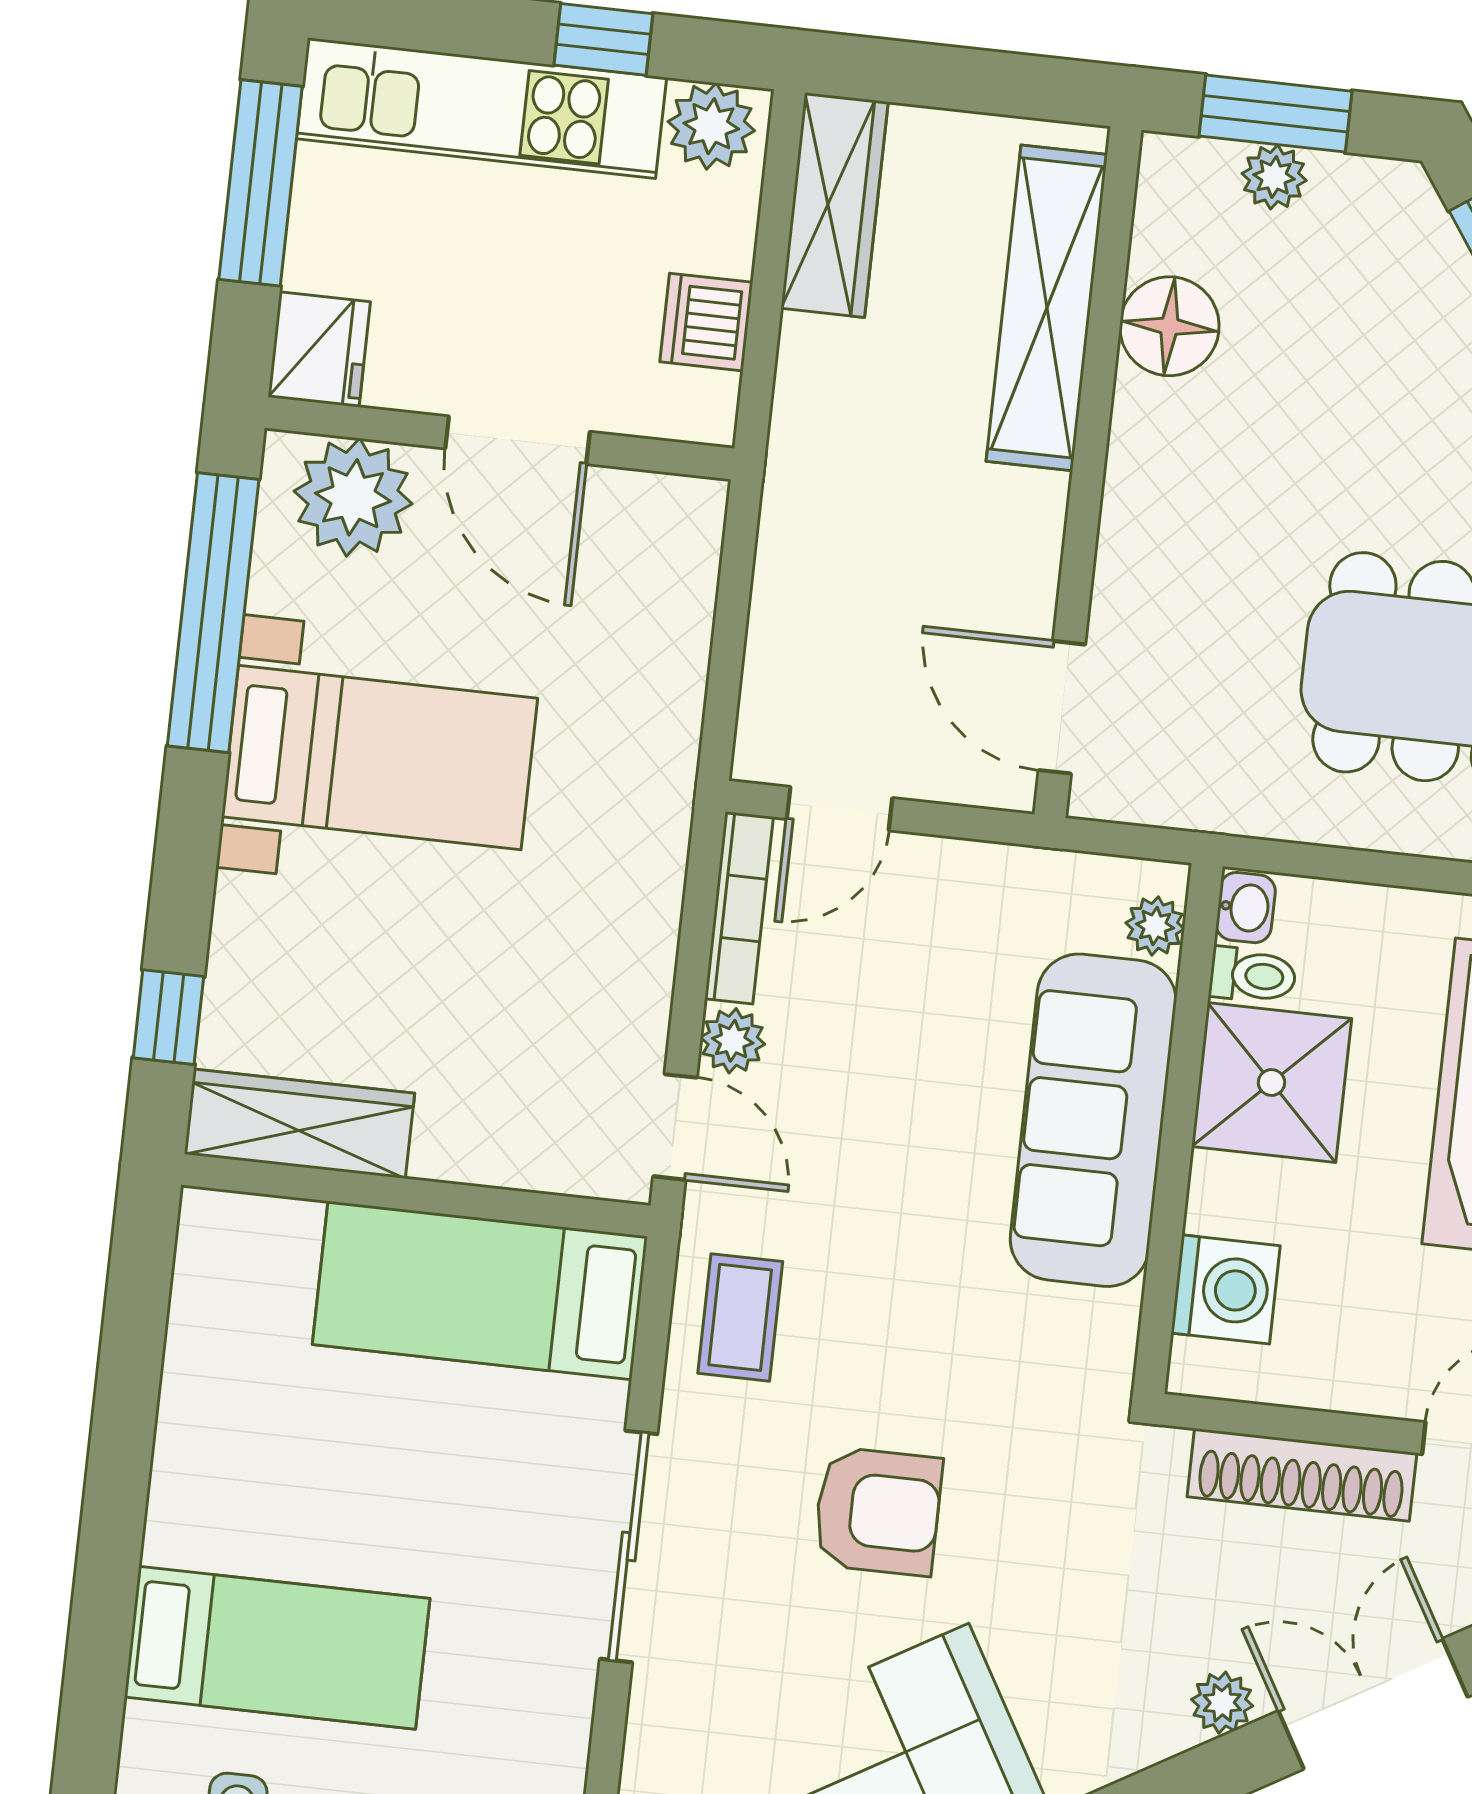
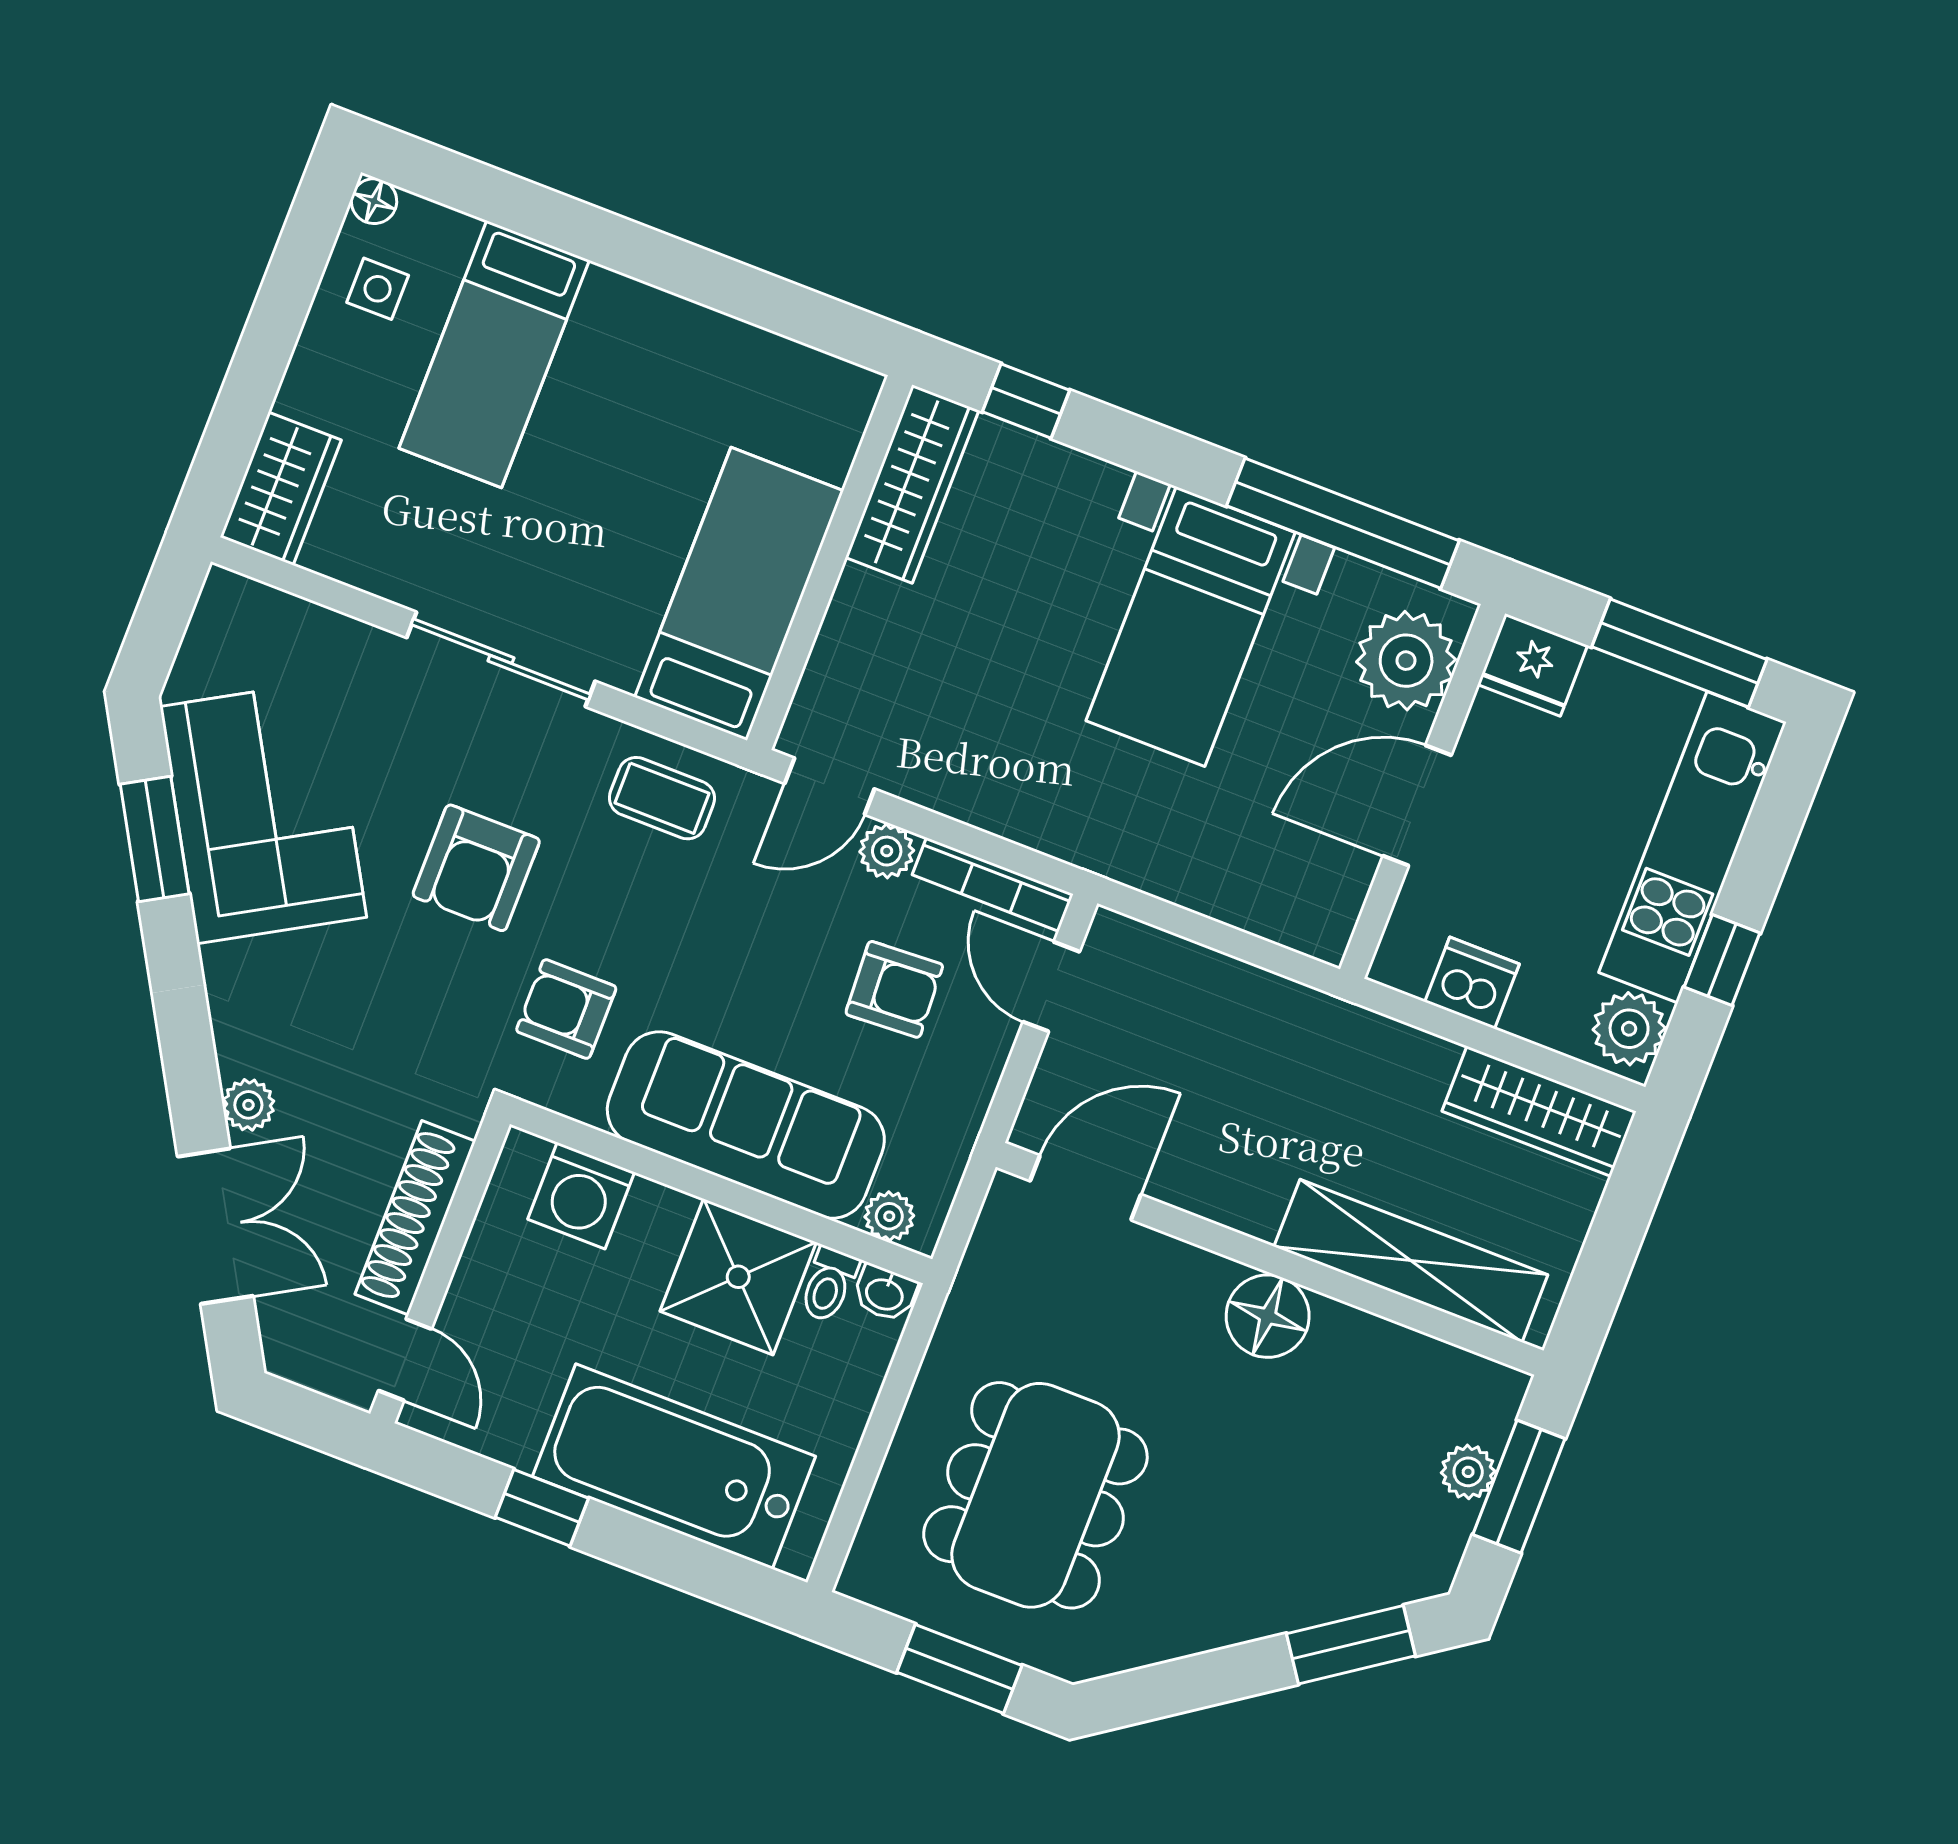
floor lamp: (1169, 326) -> (1268, 1316), moved
armchair: (891, 990) -> (894, 989), added
armchair: (1014, 1364) -> (566, 1009), added

